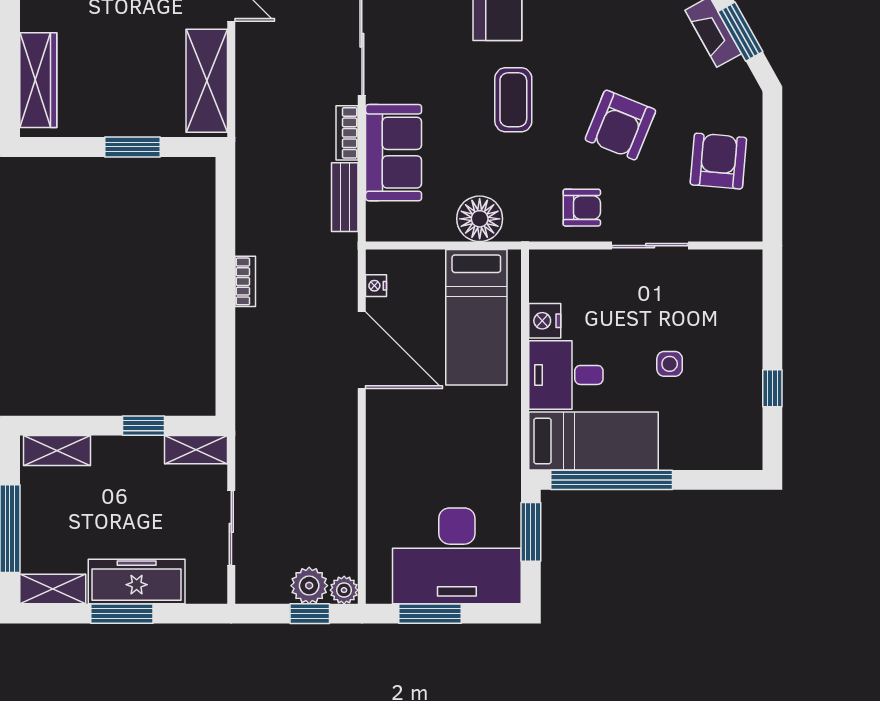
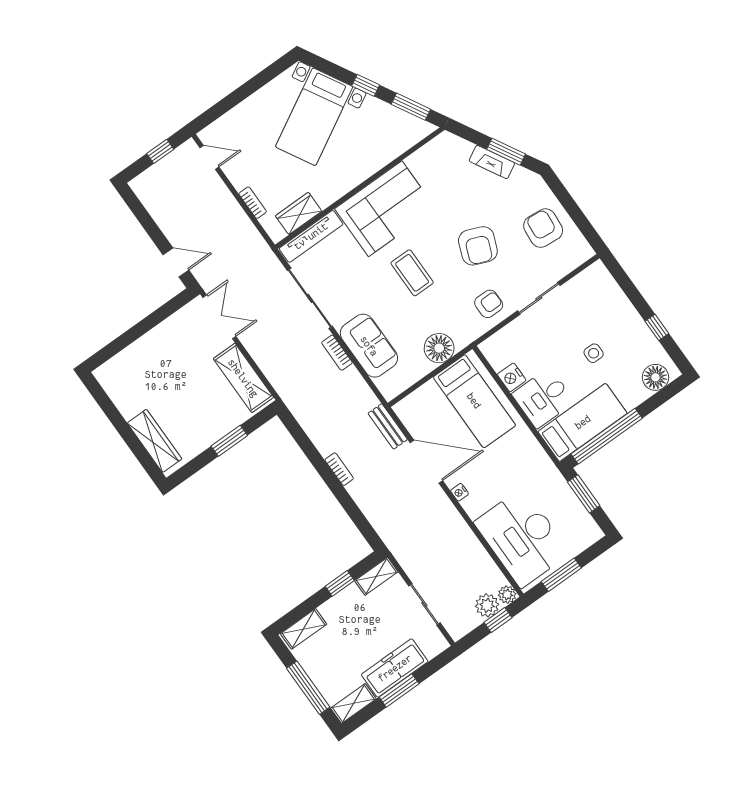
bench: (345, 197) -> (388, 426), moved
nightstand: (376, 286) -> (460, 492), moved
floor lamp: (726, 450) -> (655, 377), added
desk: (457, 556) -> (522, 538), moved, turned 90

